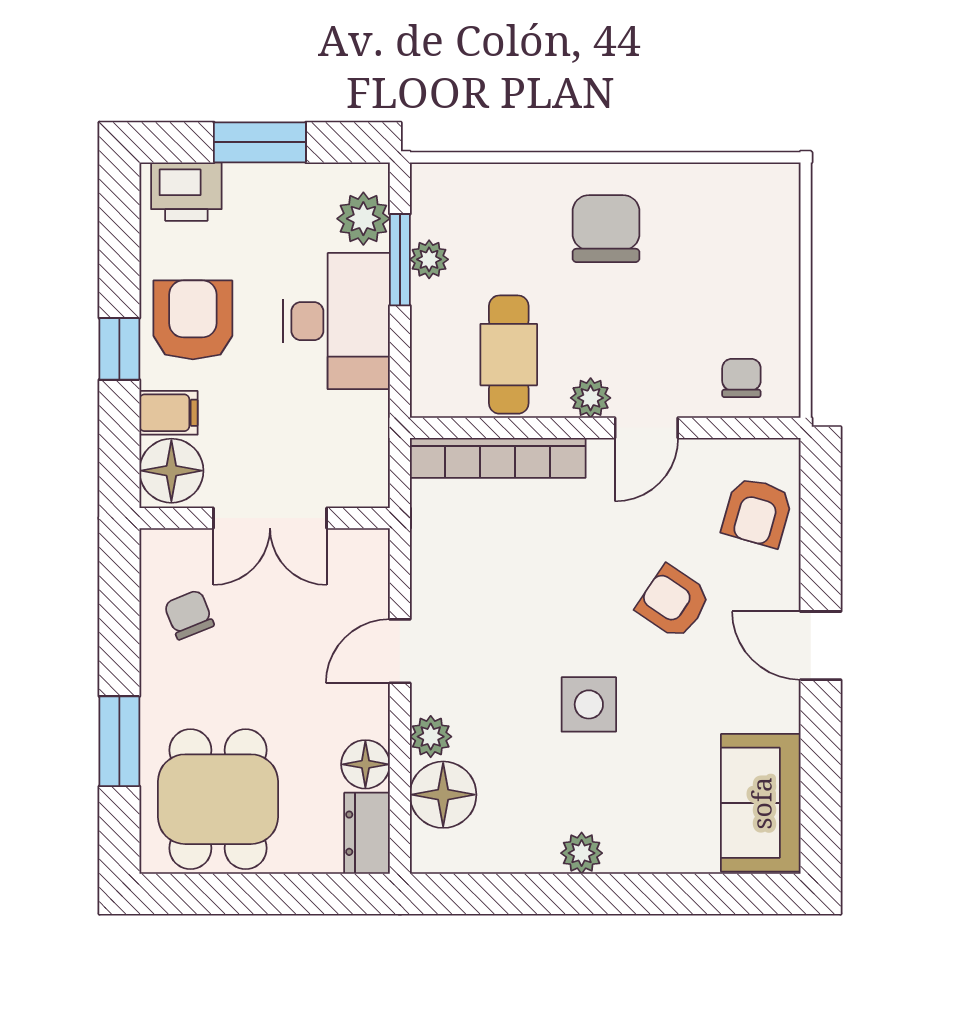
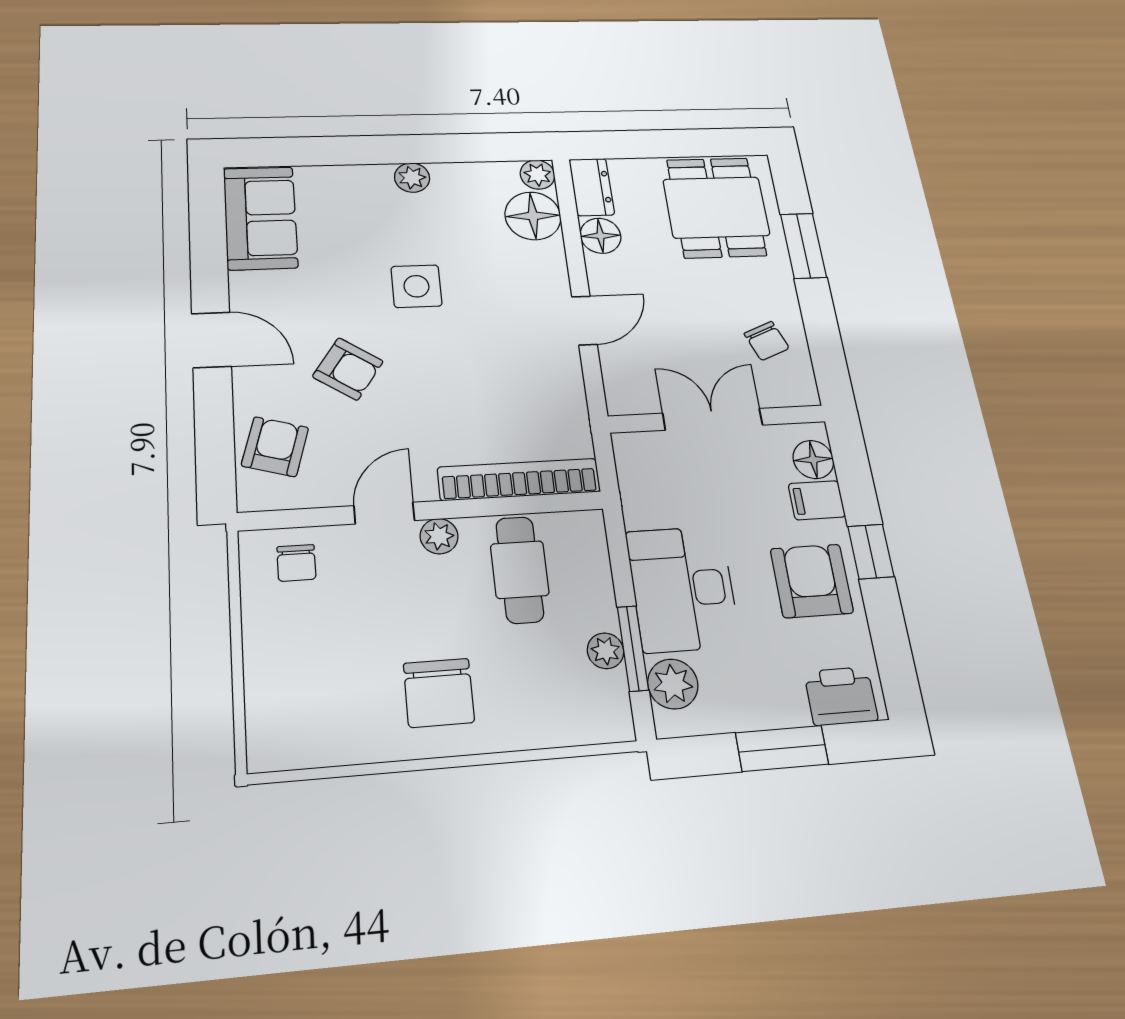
armchair: (193, 320) -> (812, 581), turned 180
floor lamp: (171, 471) -> (813, 460), width x0.73, depth x0.73
plant: (431, 737) -> (538, 175), moved

